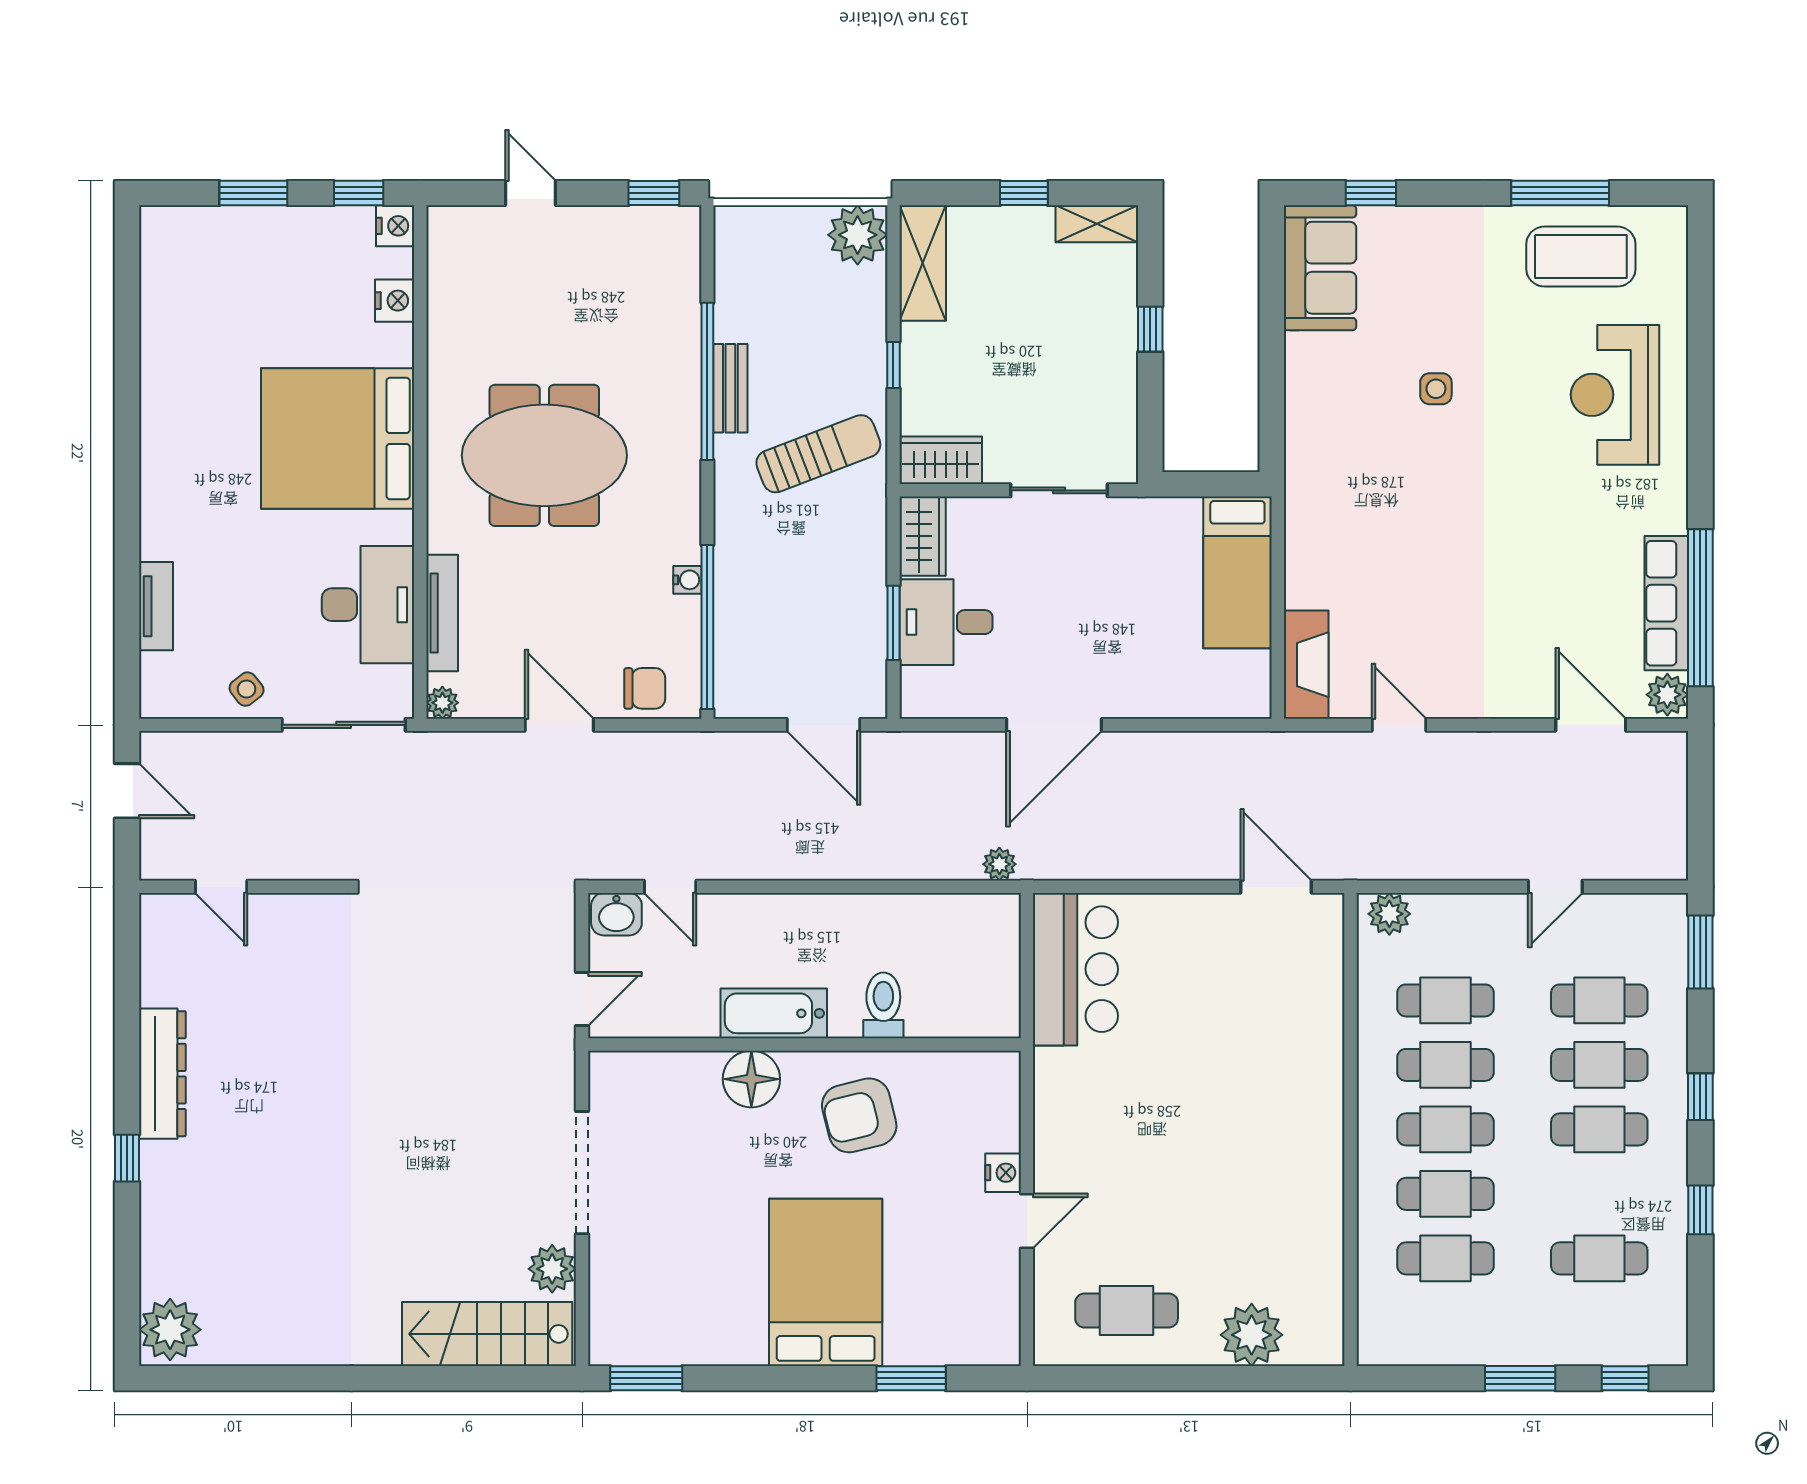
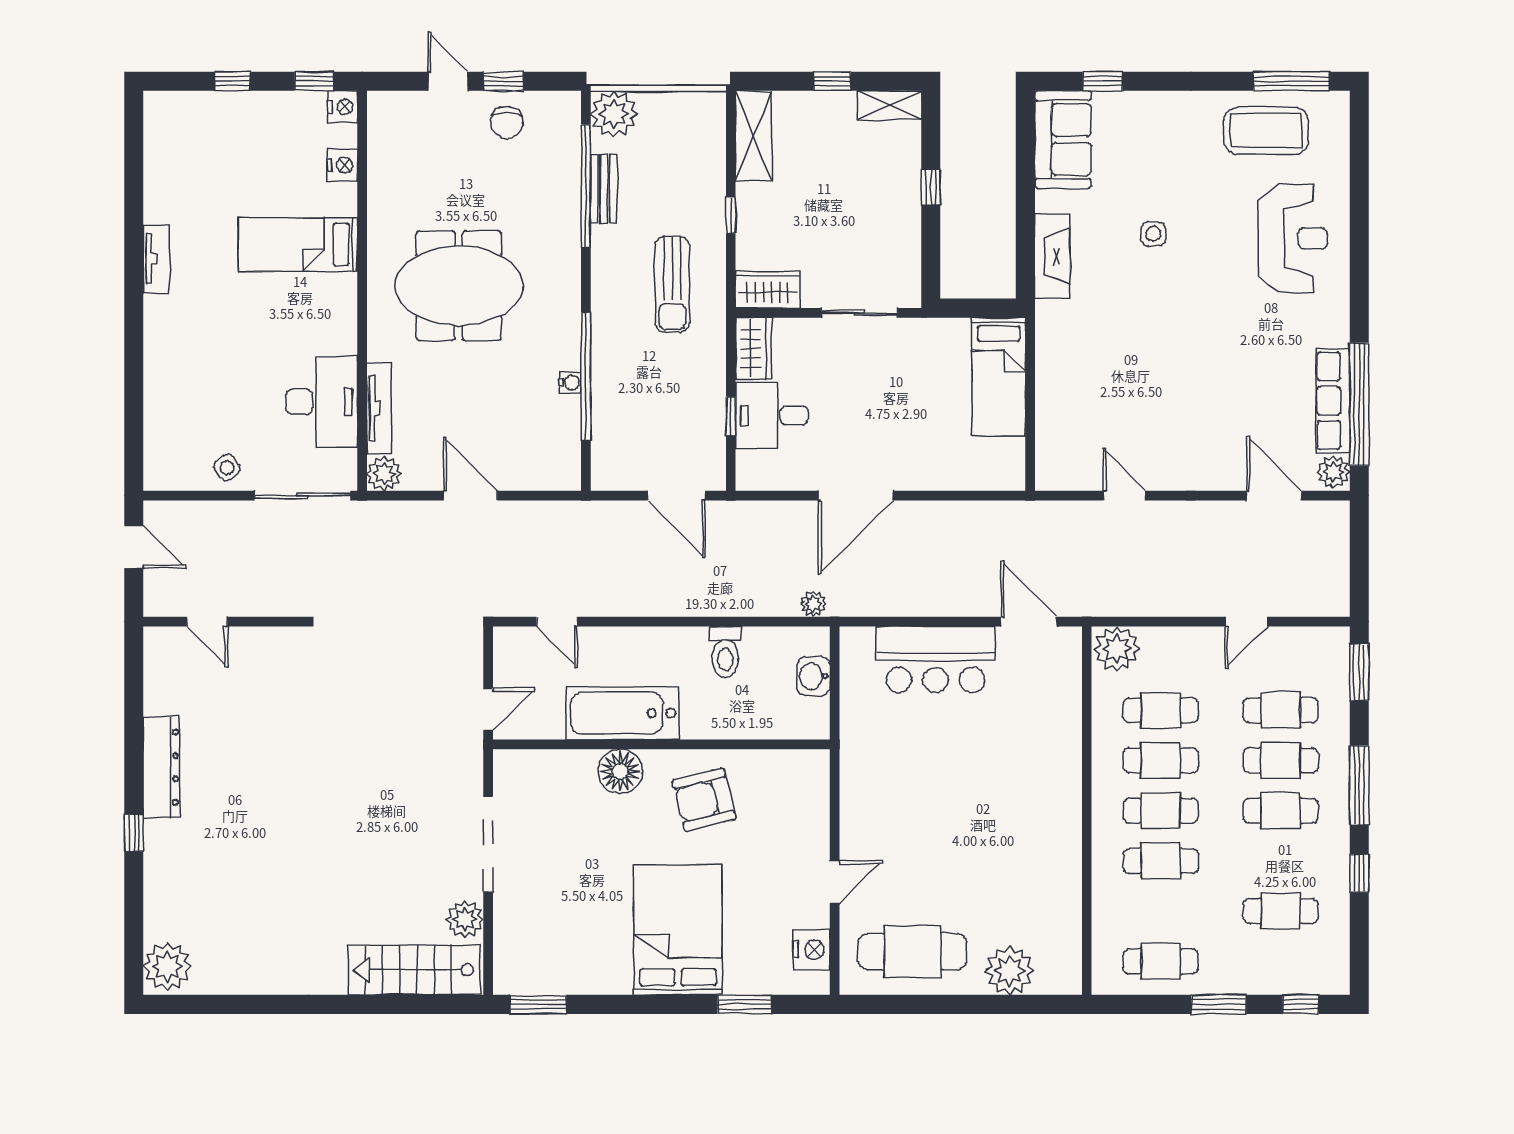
window: (253, 193) -> (232, 81), width x0.67
window: (654, 193) -> (504, 81), moved
window: (1560, 193) -> (1291, 81), moved
plant: (858, 235) -> (614, 114), moved
window: (707, 381) -> (586, 186), moved
bench: (730, 388) -> (604, 189), moved
reception desk: (1615, 395) -> (1293, 239), turned 180
bed: (338, 438) -> (298, 244), width x0.49
sun lounger: (818, 454) -> (672, 284), turned 111
tv unit: (156, 606) -> (156, 259), moved
window: (893, 623) -> (731, 416), width x0.67
window: (707, 627) -> (586, 376), moved
fireplace: (1306, 665) -> (1052, 256), moved
chair: (645, 688) -> (507, 122), moved, turned 90
plant: (442, 703) -> (384, 474), width x1.38, depth x1.38
washbasin: (616, 914) -> (813, 676), moved, turned 90
plant: (1389, 914) -> (1117, 649), width x1.36, depth x1.36
bar counter: (1075, 969) -> (935, 659), moved, turned 90
toilet: (883, 1005) -> (725, 652), moved, turned 180
bathtub: (774, 1013) -> (622, 713), width x1.36, depth x1.36
window: (1700, 1097) -> (1359, 785), width x2.17
nightstand: (1003, 1173) -> (812, 950), moved, width x1.36, depth x1.33
cafe table: (1445, 1258) -> (1161, 961), moved
cafe table: (1127, 1311) -> (912, 952), width x1.37, depth x1.35

